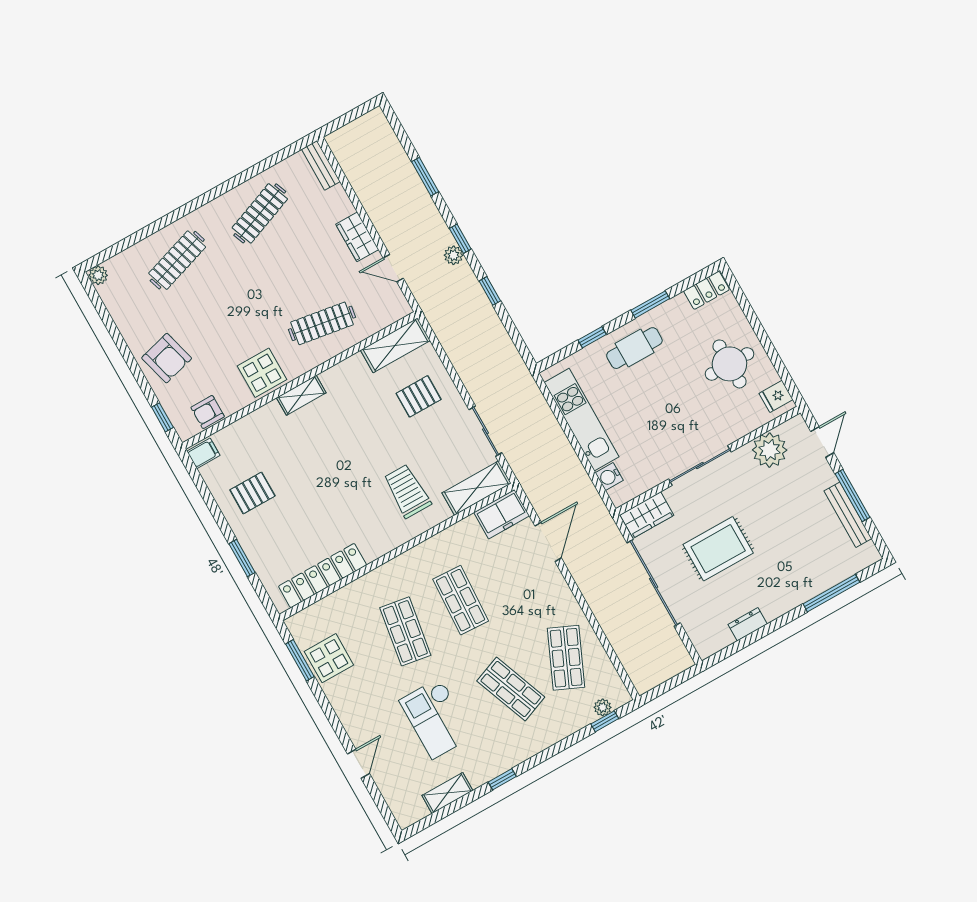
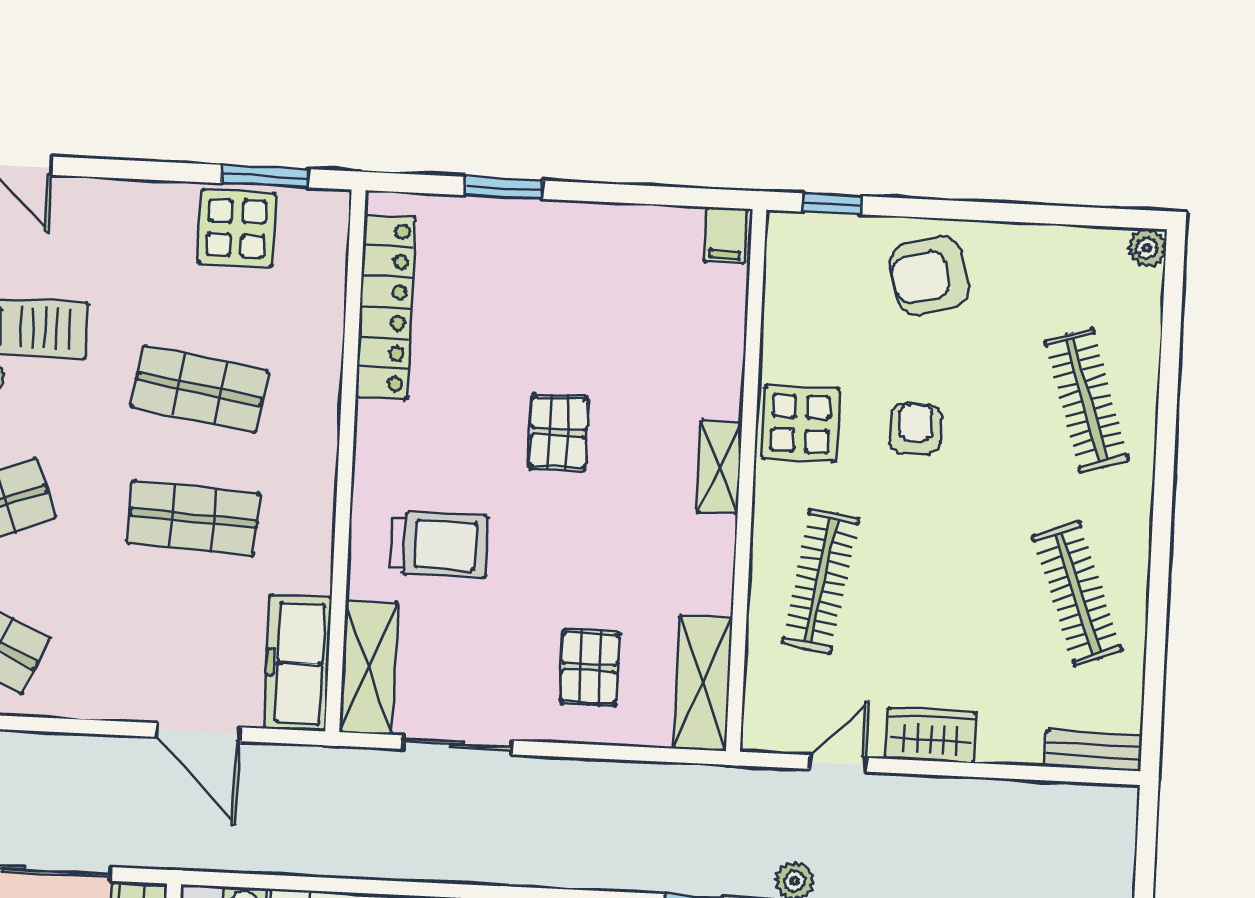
armchair: (208, 412) -> (916, 429), moved
pallet: (252, 493) -> (558, 432), moved
freezer: (502, 514) -> (298, 663), width x1.40

